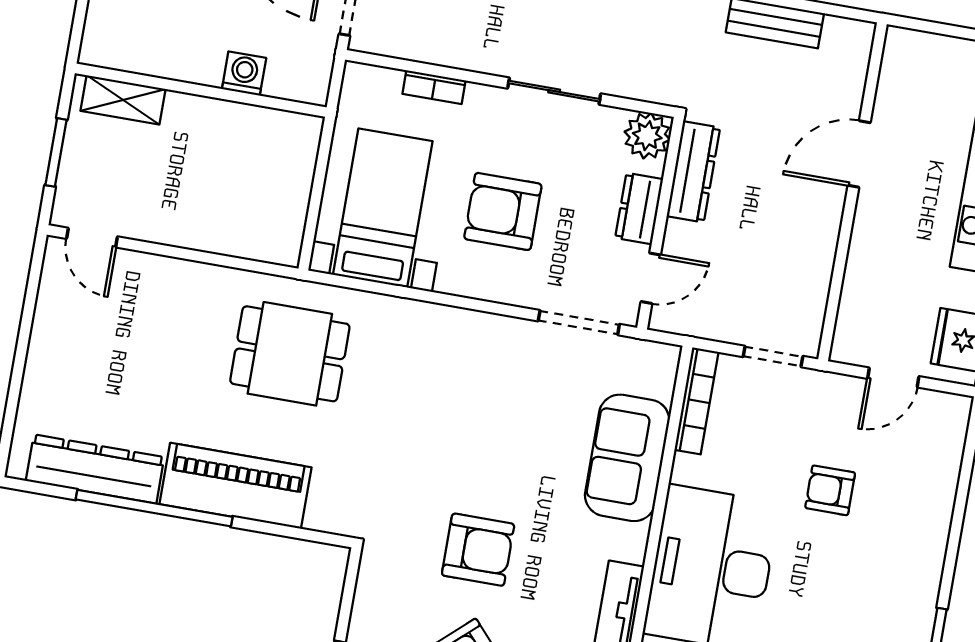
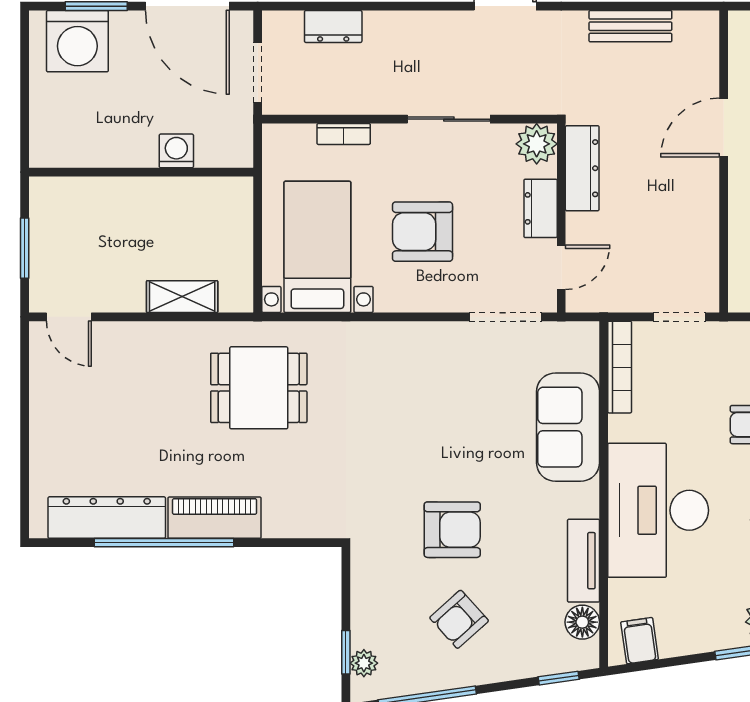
shelving: (123, 100) -> (182, 297), moved
piano: (236, 486) -> (215, 518), width x0.73, depth x0.75

